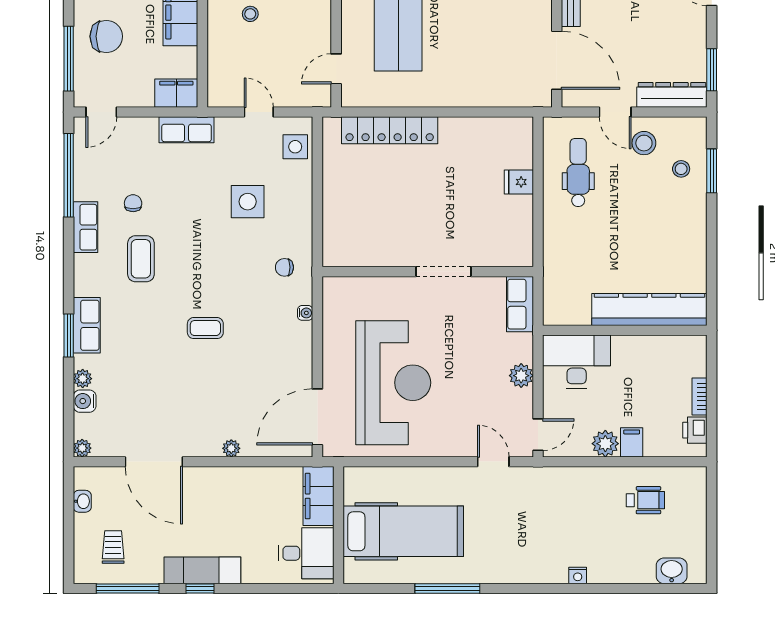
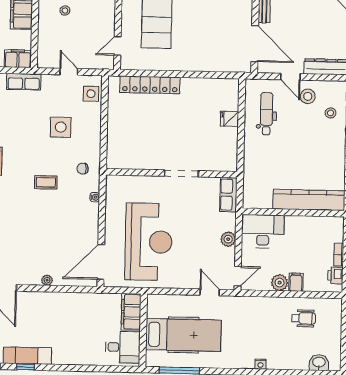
coffee table: (205, 328) -> (46, 182), moved
filing cabinet: (318, 496) -> (131, 312), moved
wall: (338, 525) -> (143, 330), moved
hospital bed: (403, 531) -> (183, 335), moved
desk: (306, 553) -> (123, 347), moved

